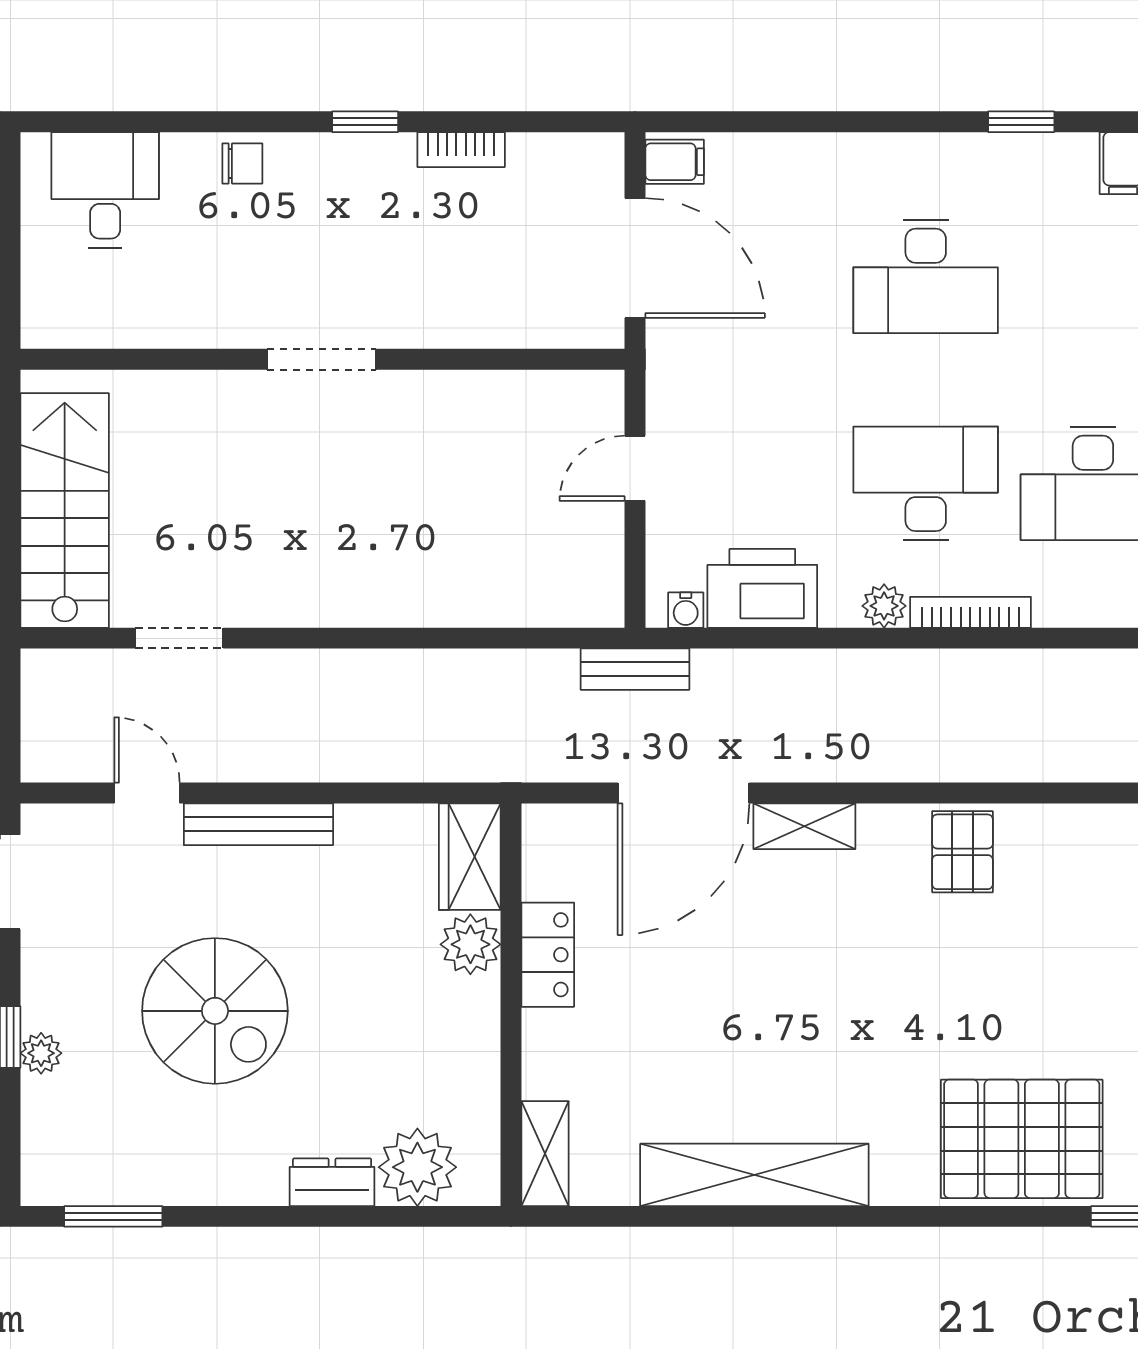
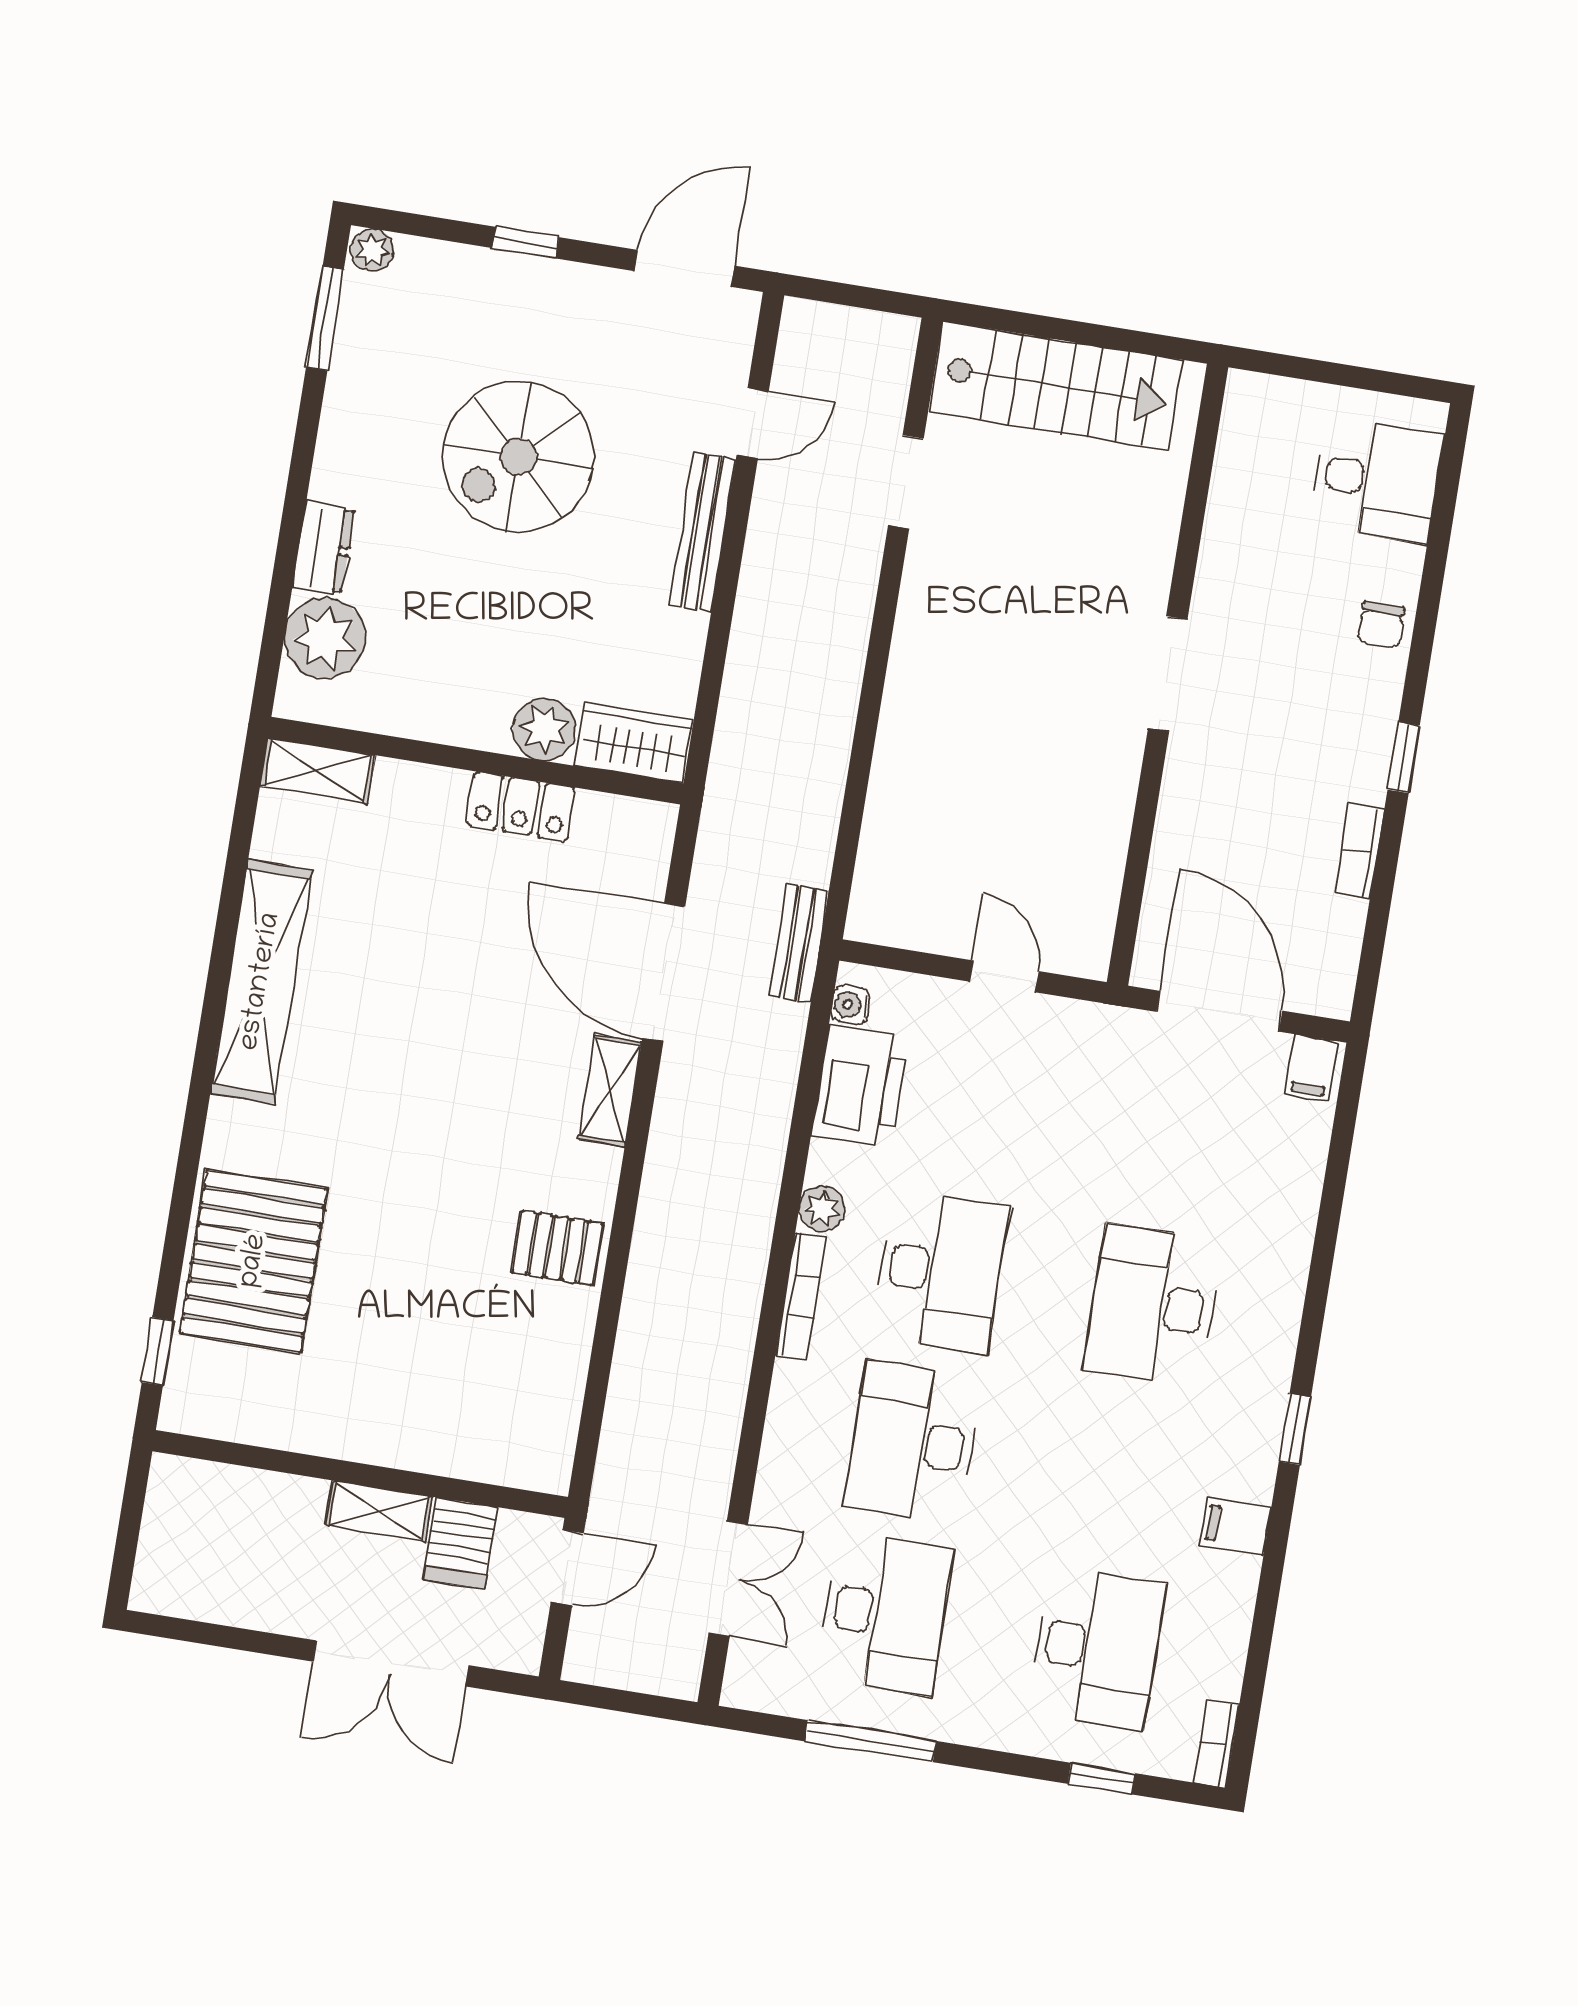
door: (635, 258) -> (1219, 1011), swing flipped
plant: (41, 1053) -> (372, 250), moved

